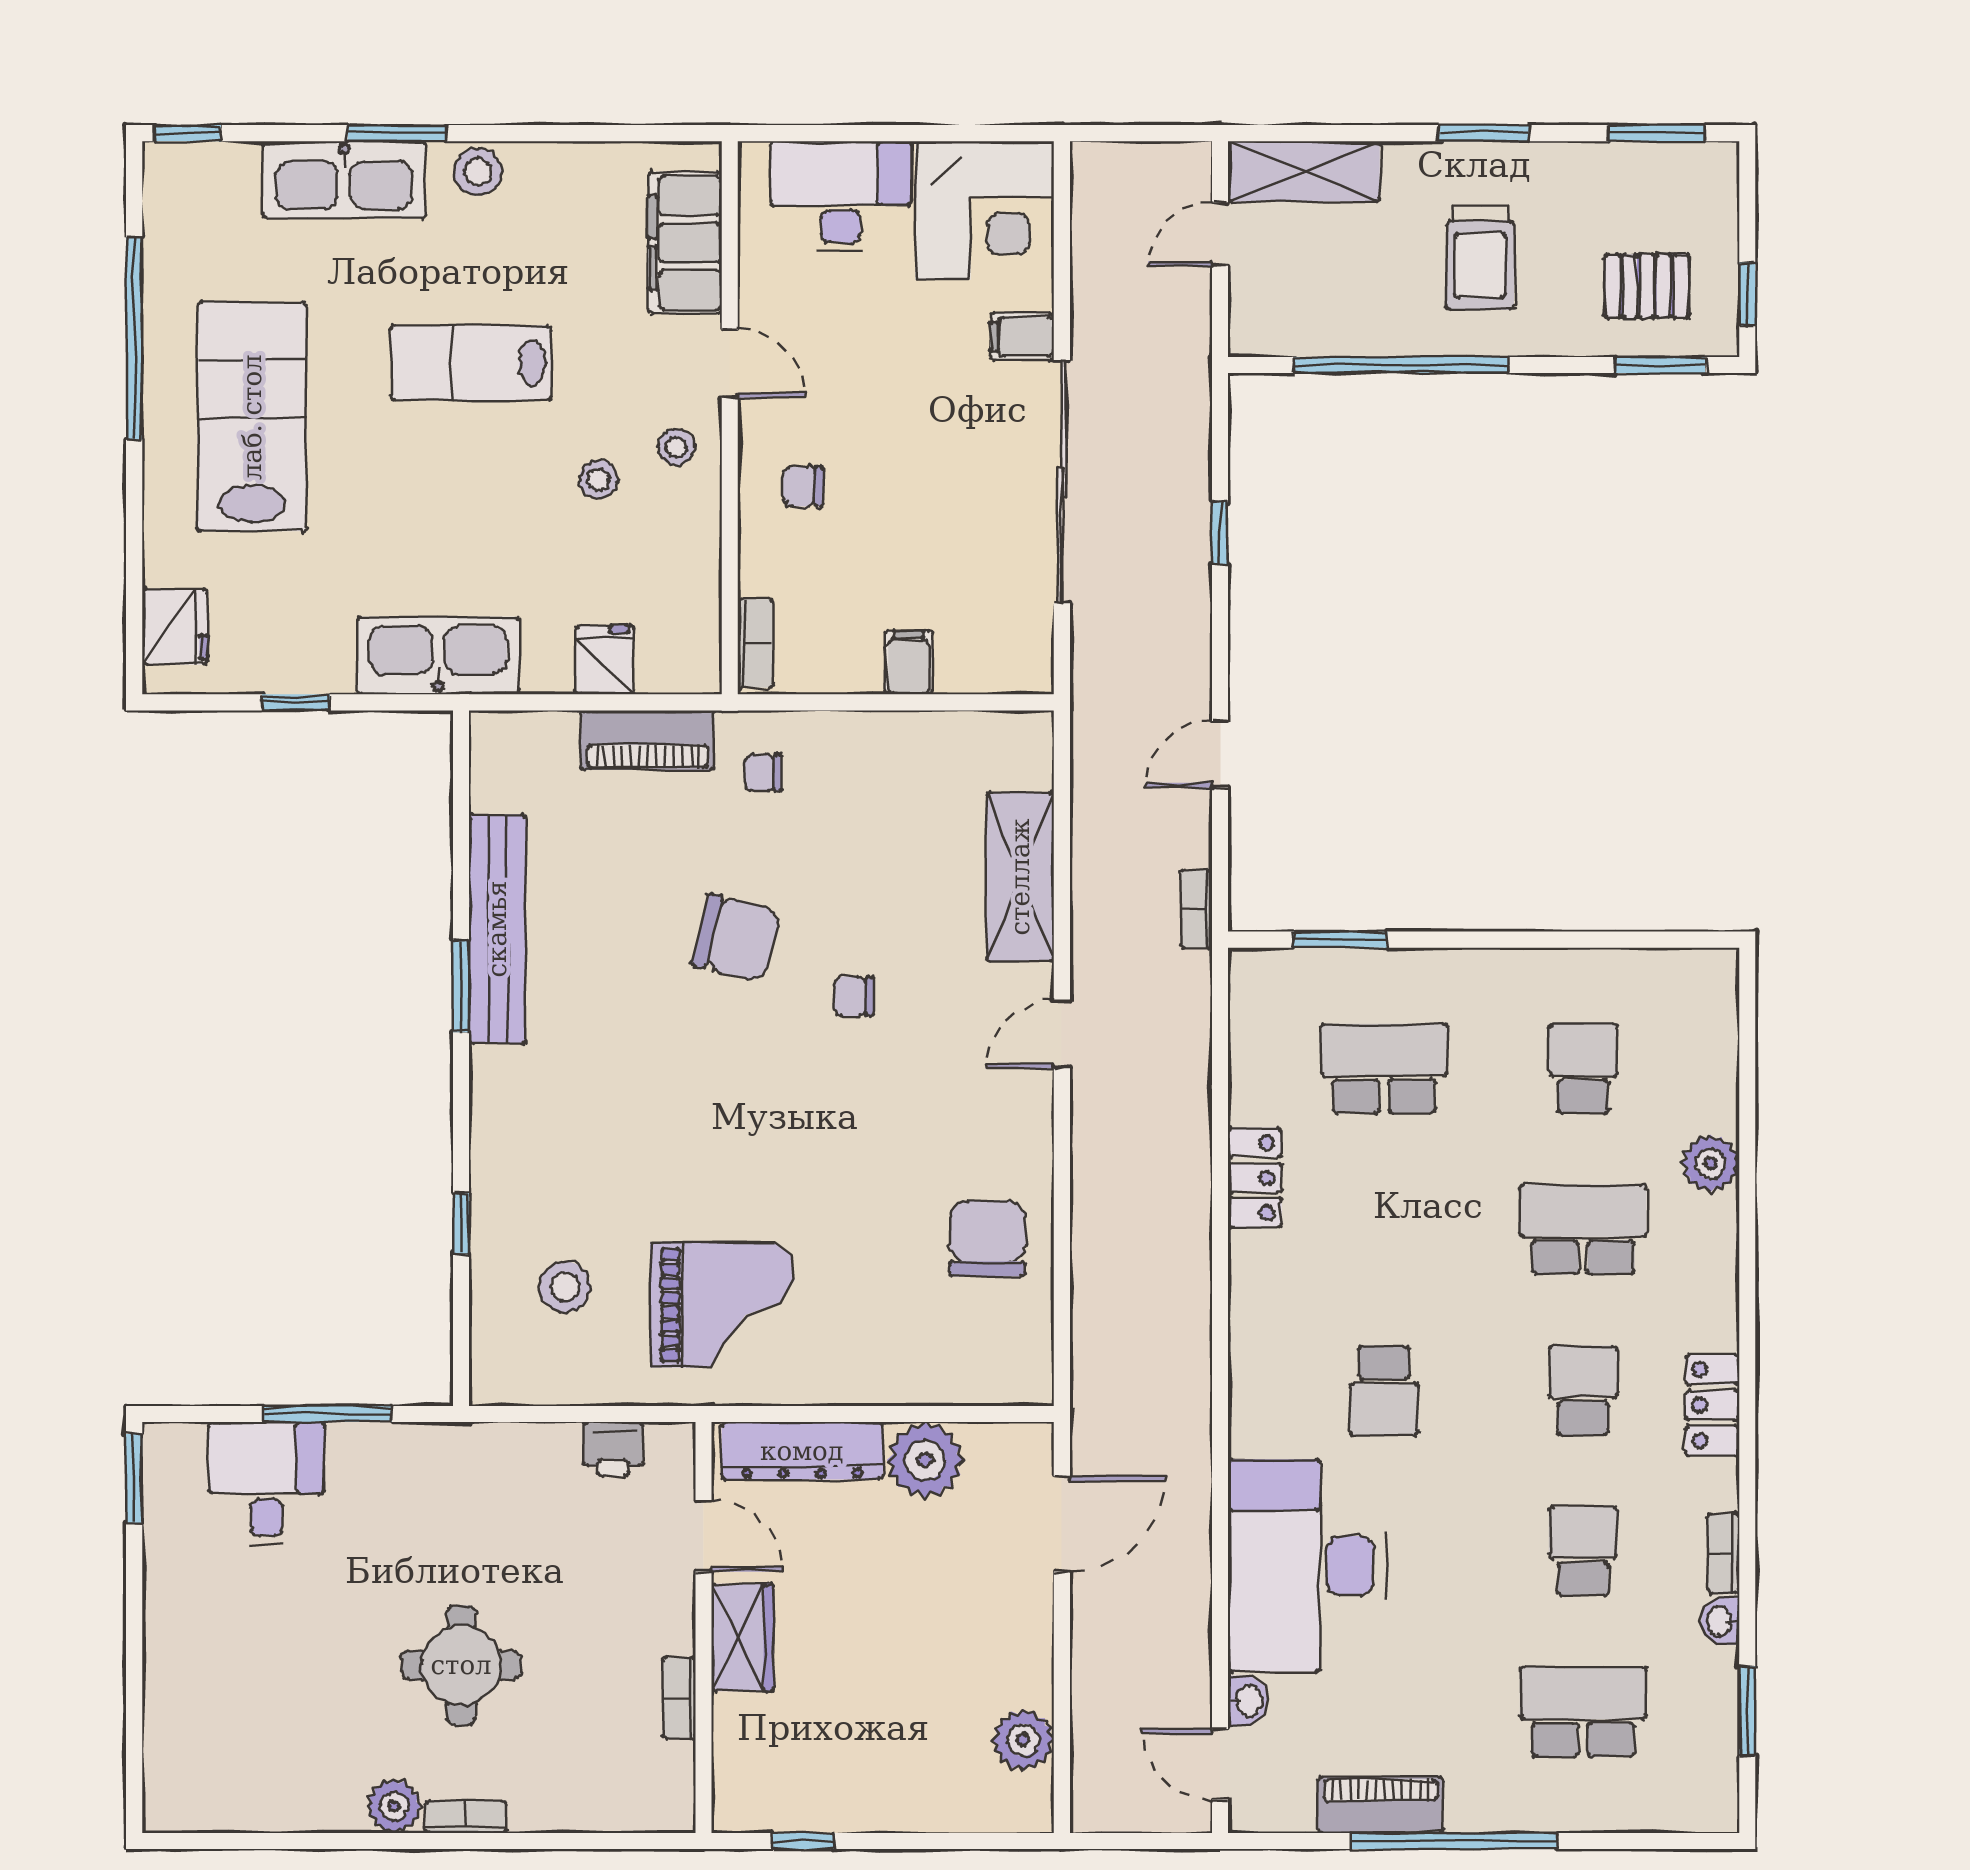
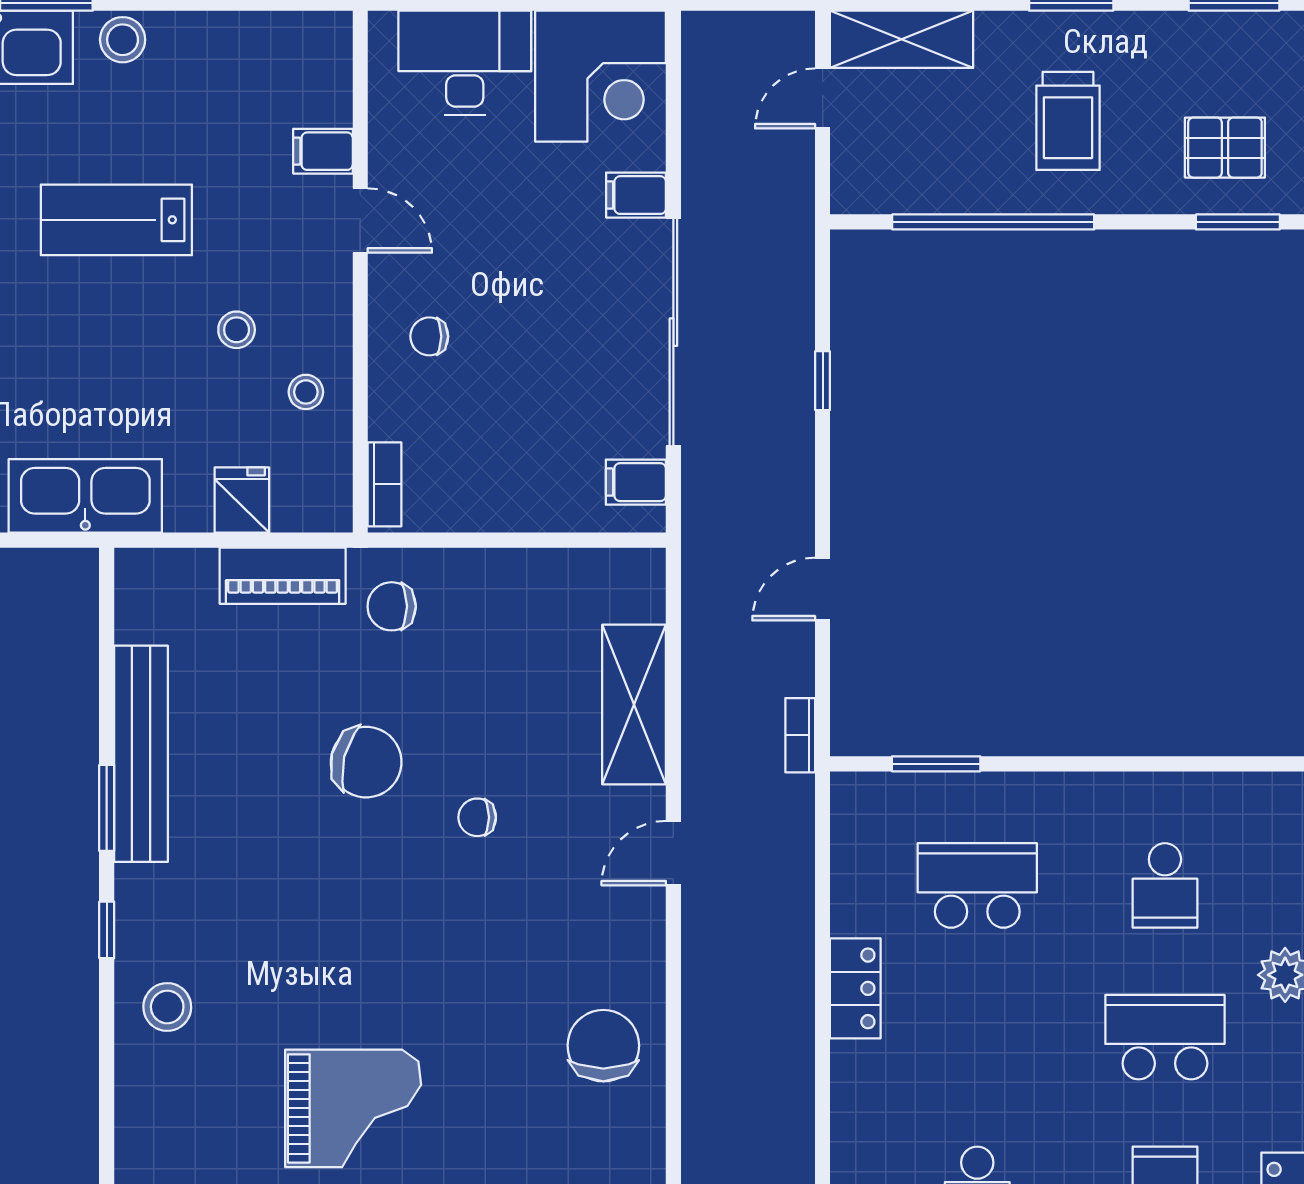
filing cabinet: (685, 243) -> (323, 151), width x0.33, depth x0.86
stool: (676, 447) -> (306, 392), moved
filing cabinet: (908, 663) -> (636, 482), moved, turned -90
chair: (763, 773) -> (392, 606), width x1.37, depth x1.37
school desk: (1583, 1069) -> (1165, 885), turned 180
window: (461, 1223) -> (107, 930), moved
stool: (565, 1287) -> (167, 1007), moved

